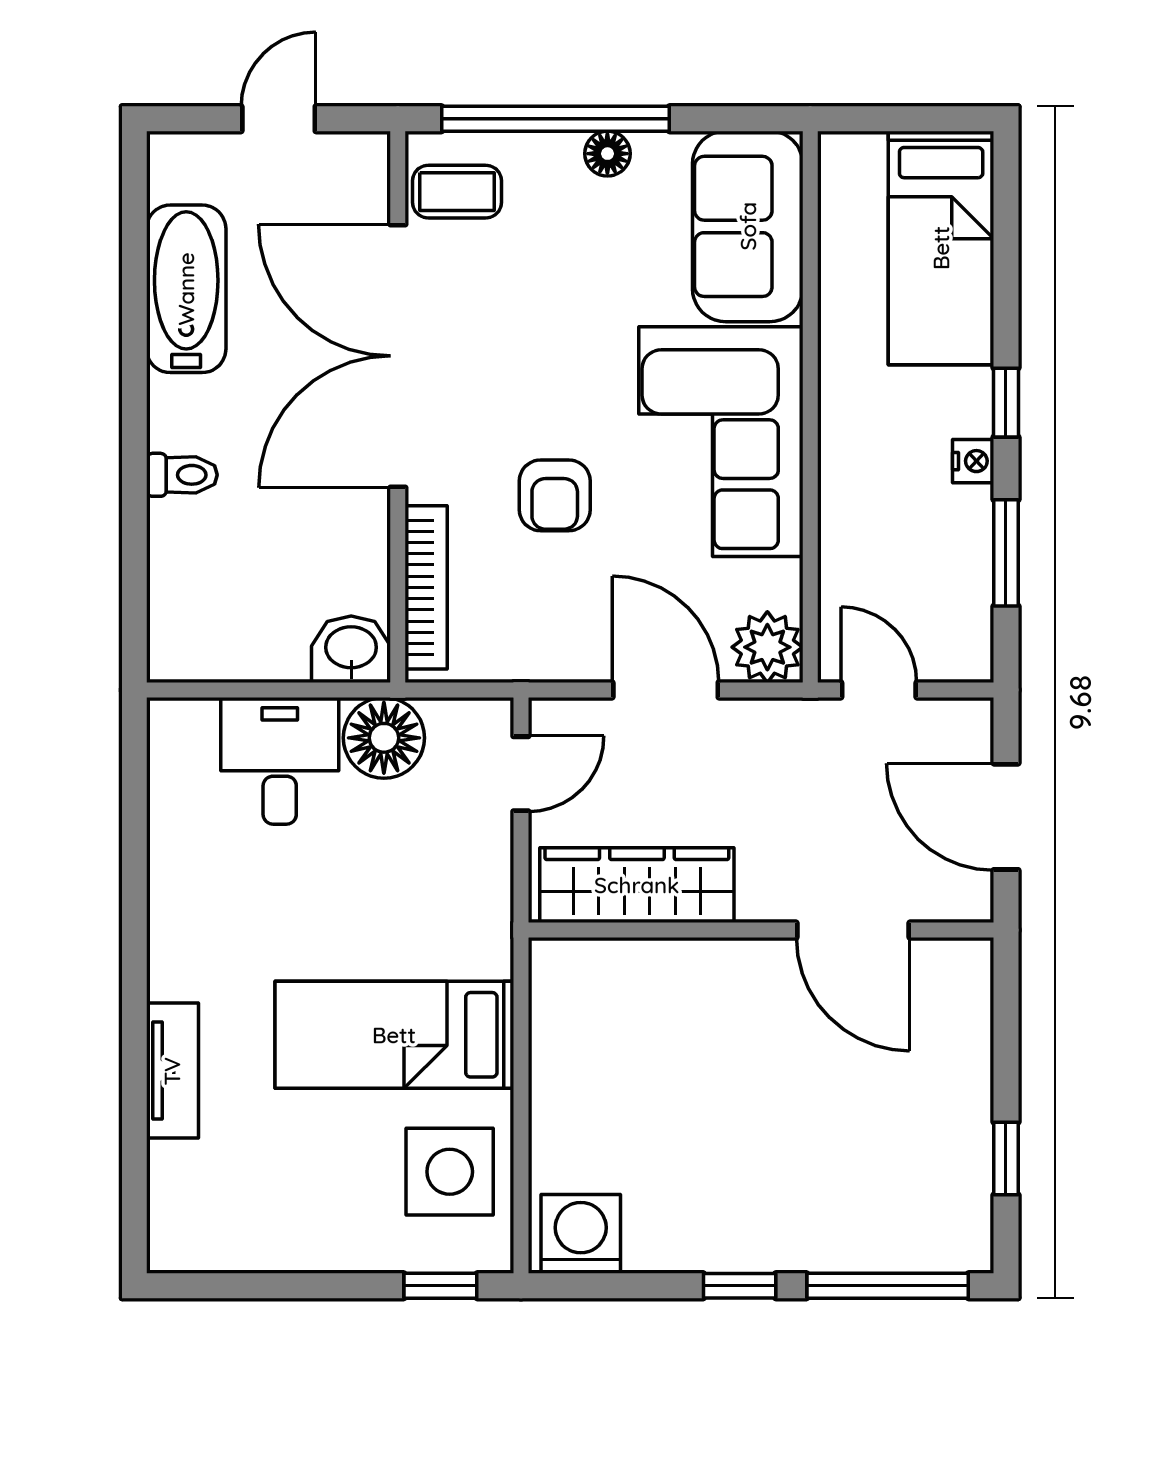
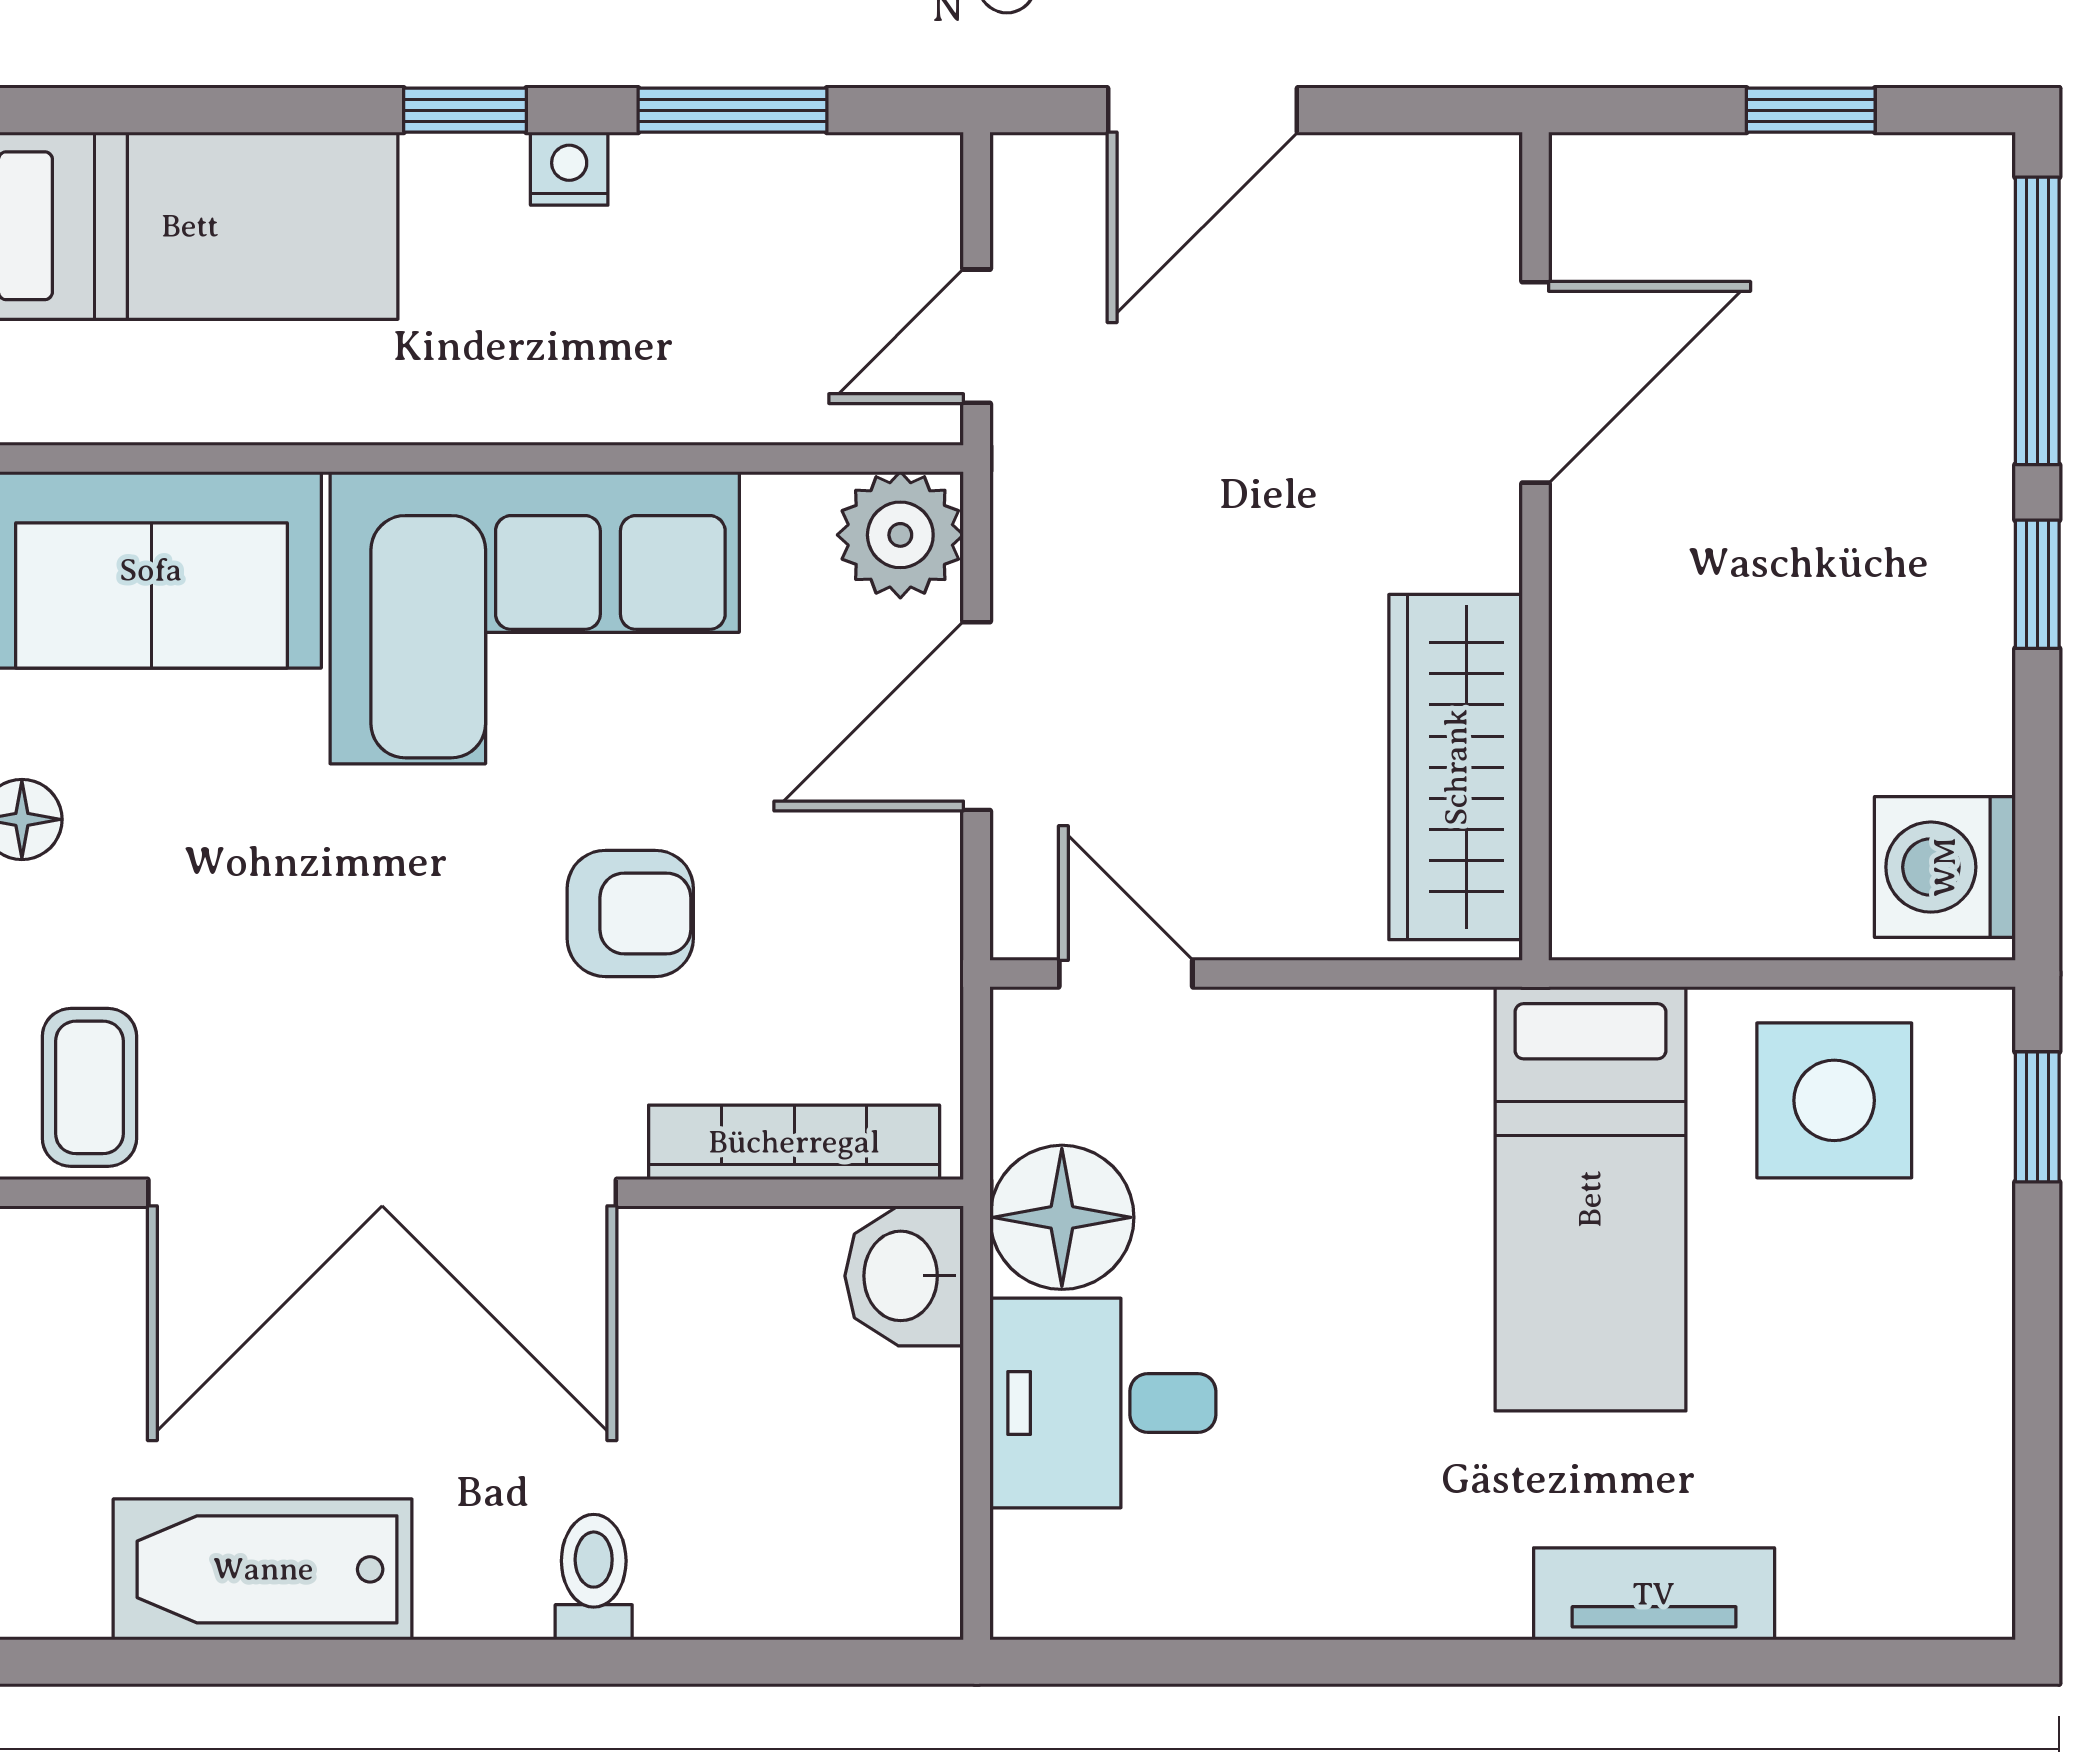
wardrobe: (637, 885) -> (1456, 767), moved
wall: (761, 930) -> (1535, 546), moved
door: (853, 930) -> (1535, 382), moved

